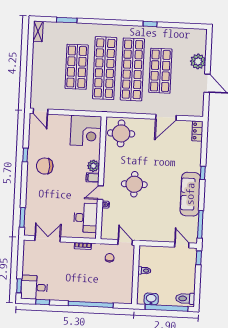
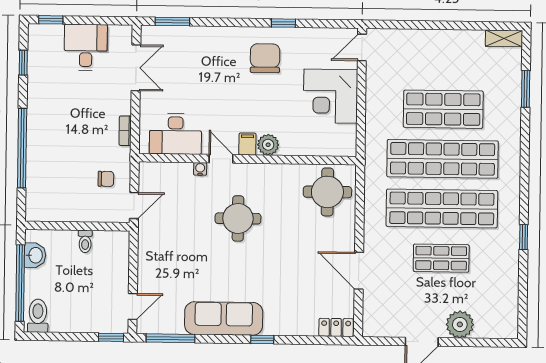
shop shelf: (160, 71) -> (441, 258), width x0.70, depth x0.74
corner desk: (86, 131) -> (330, 96), moved
desk: (34, 287) -> (86, 47), moved

